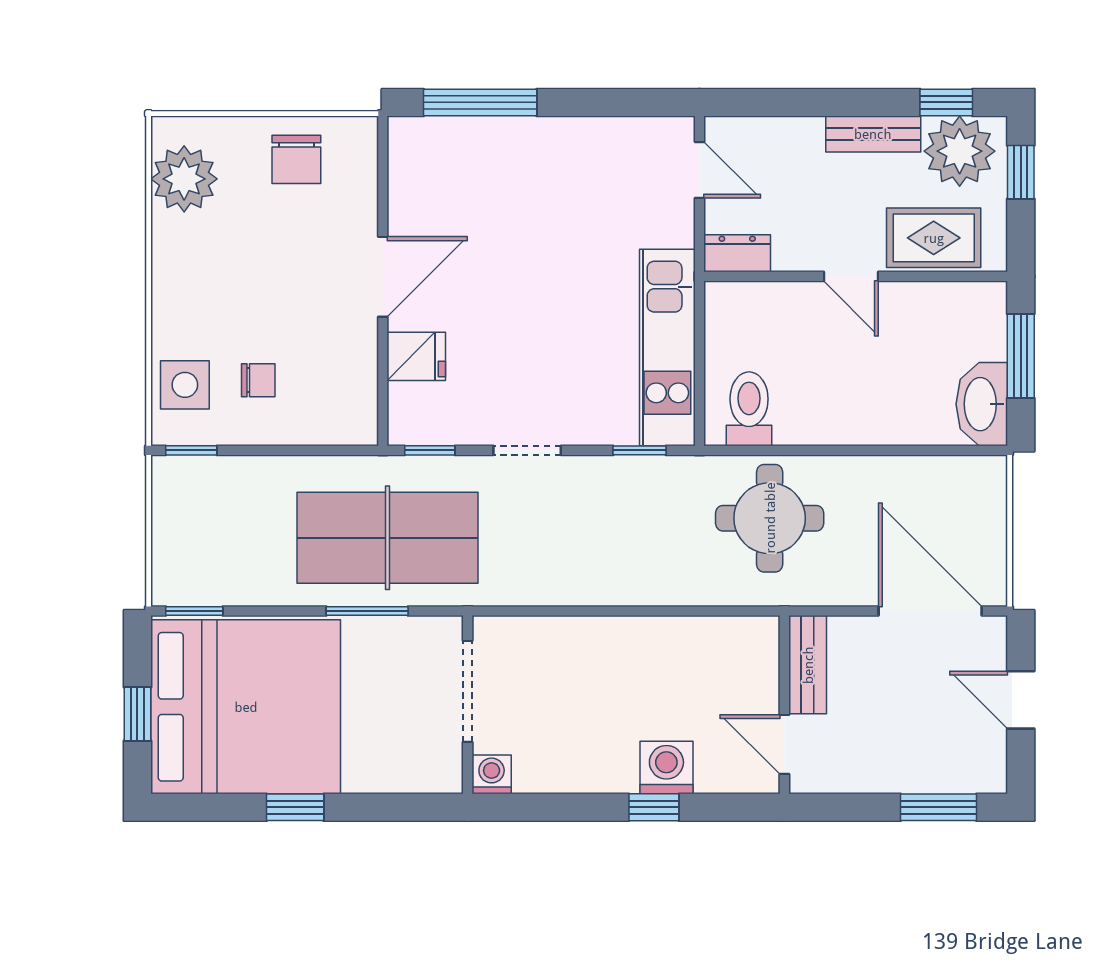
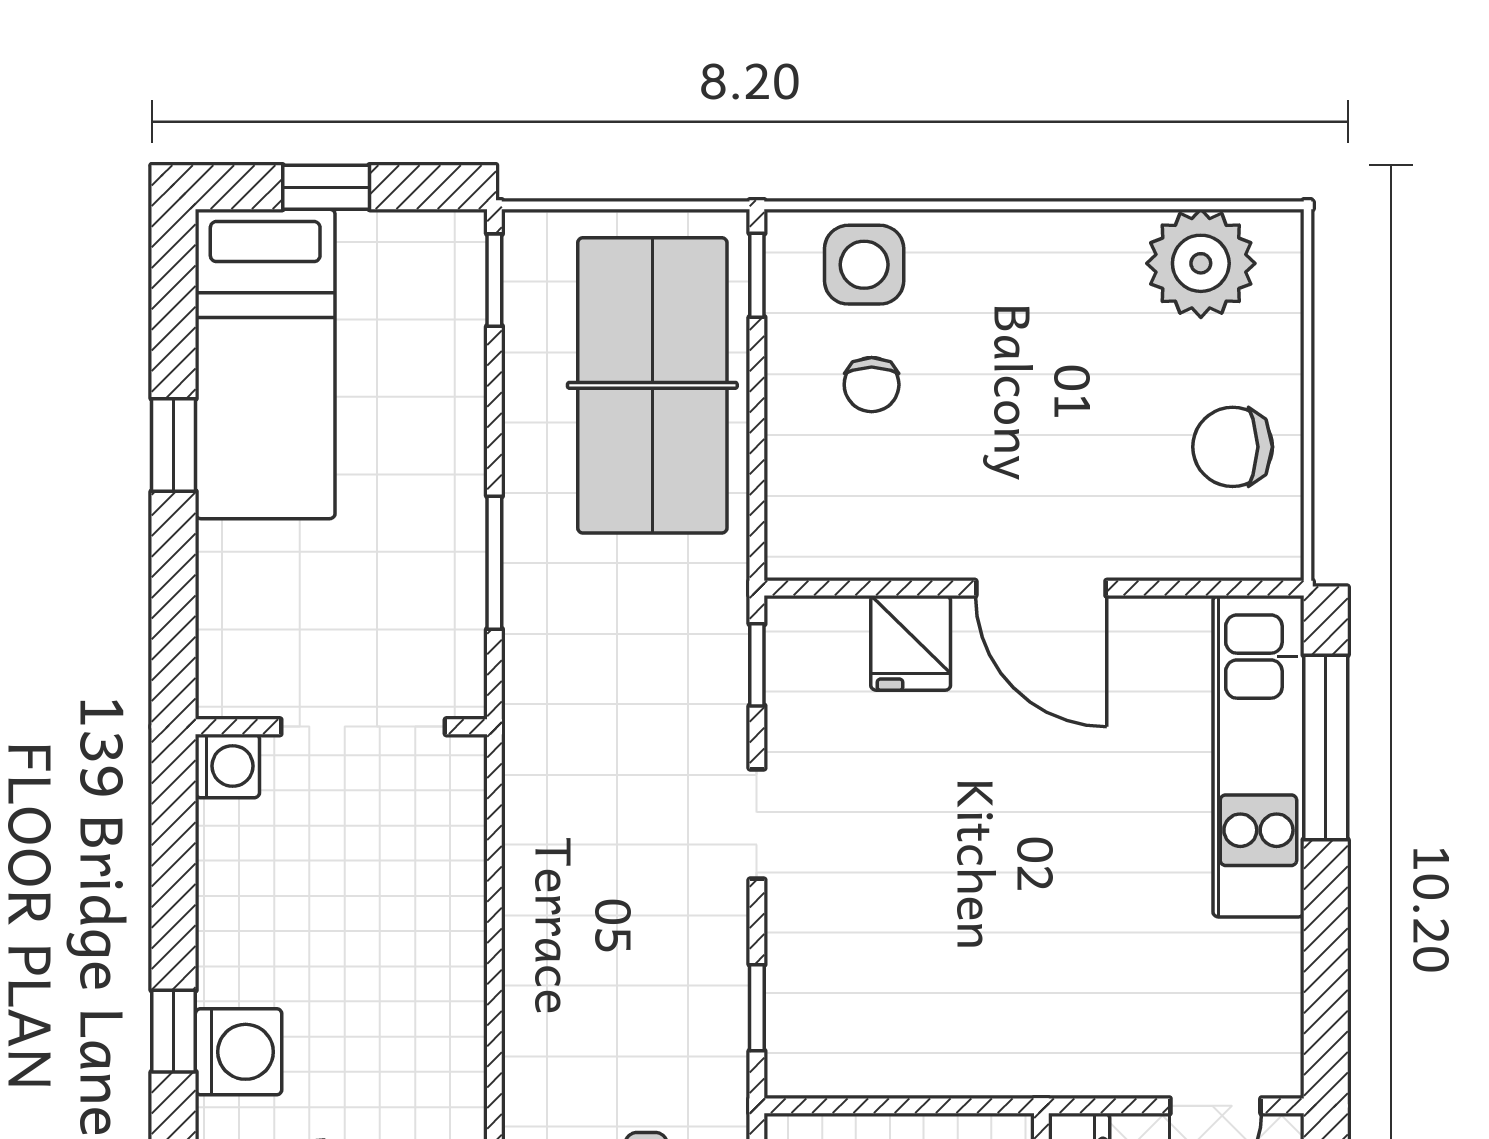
kitchen unit: (667, 348) -> (1258, 756), moved, turned -90
table tennis table: (387, 538) -> (652, 385), moved
bed: (246, 707) -> (265, 364), width x0.49

